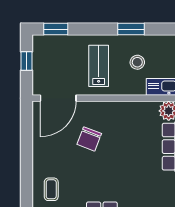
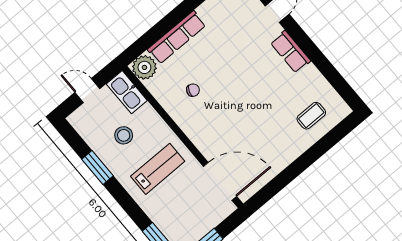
lab bench: (99, 66) -> (158, 169), turned 180
chair: (89, 139) -> (193, 90), moved, width x0.54, depth x0.54

